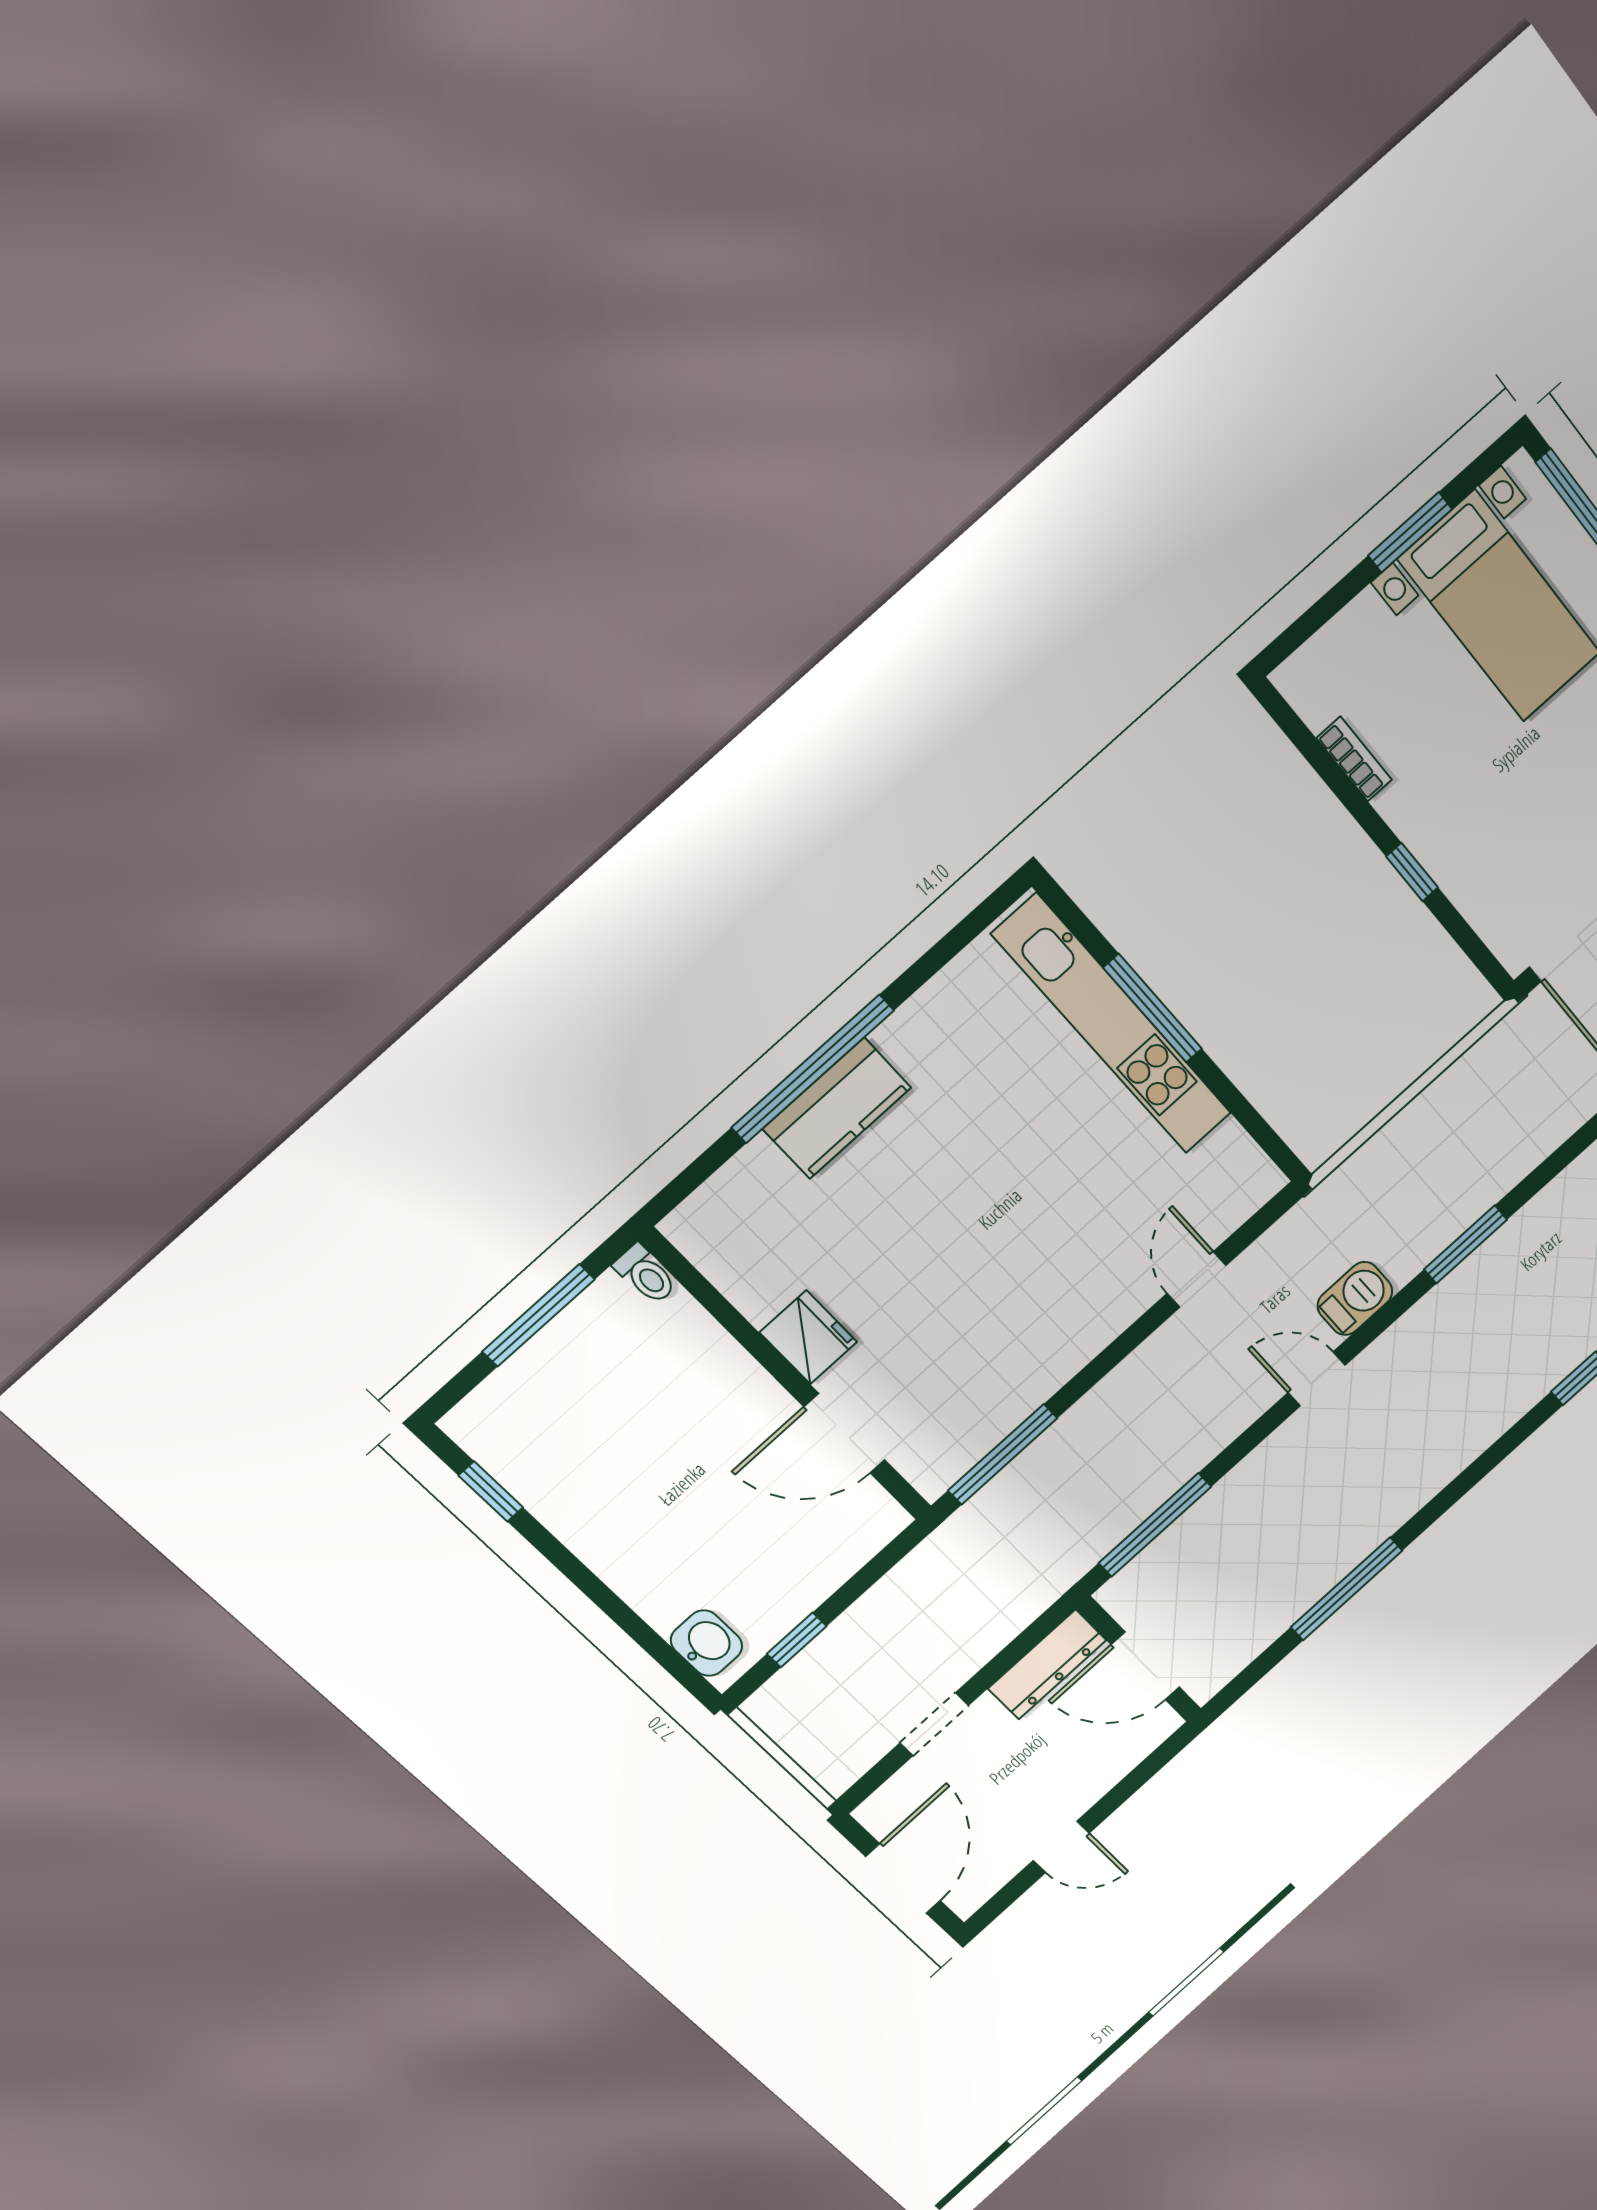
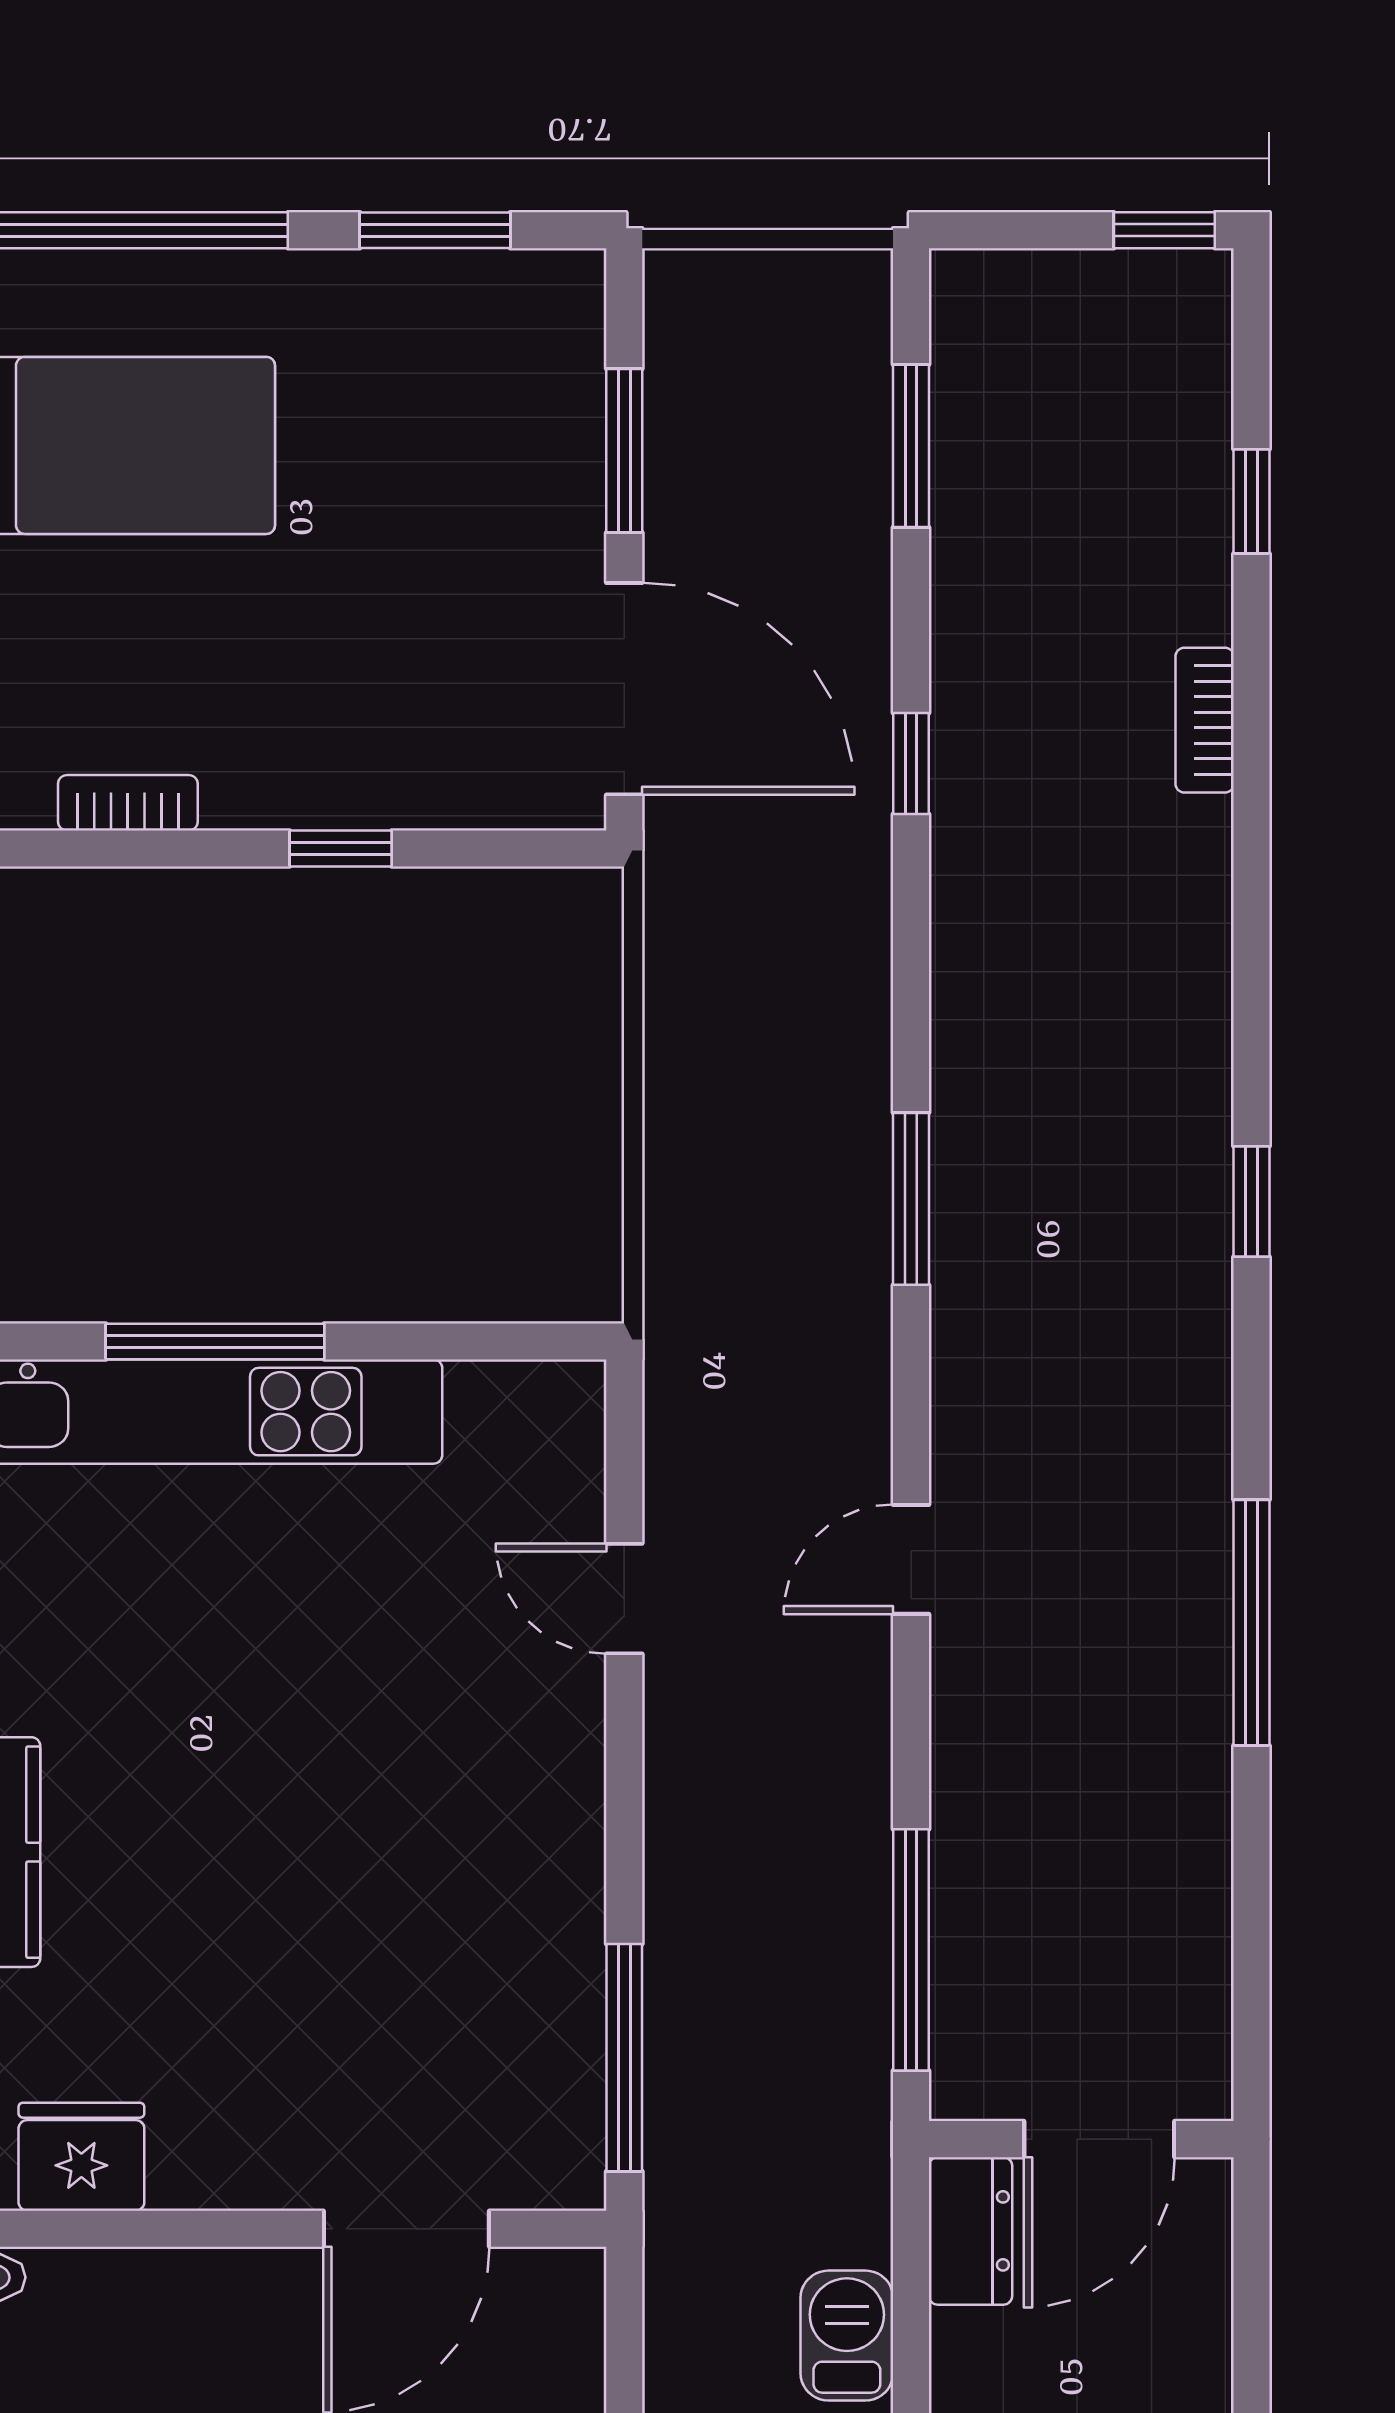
barbecue: (1355, 1298) -> (847, 2336), moved
fridge: (808, 1337) -> (81, 2157), moved
window: (1346, 1589) -> (1252, 1623), moved
dresser: (1047, 1664) -> (971, 2231), width x0.70

